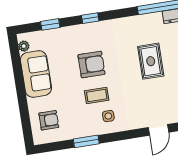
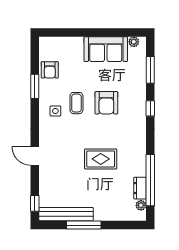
window: (50, 24) -> (150, 70), width x1.50
armchair: (49, 120) -> (50, 70), moved

